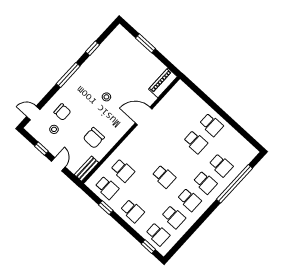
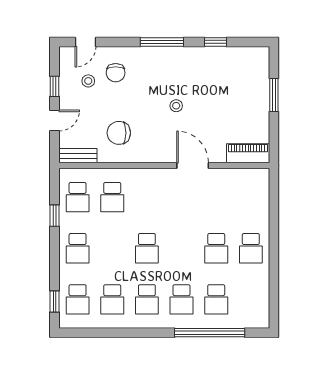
door: (33, 113) -> (85, 42), swing flipped

